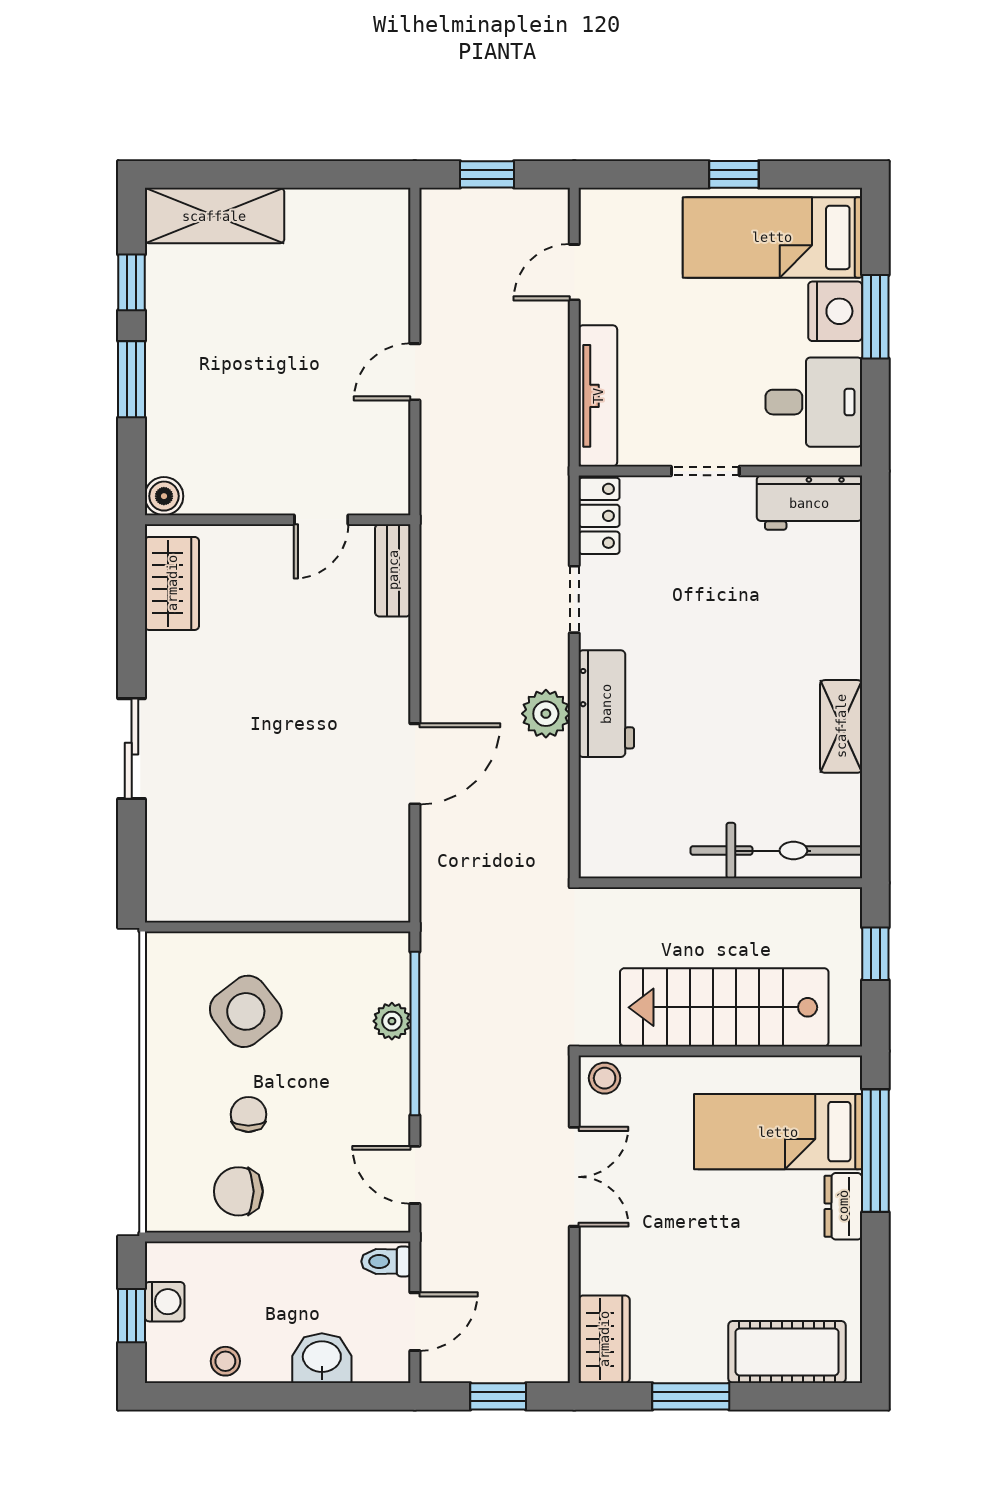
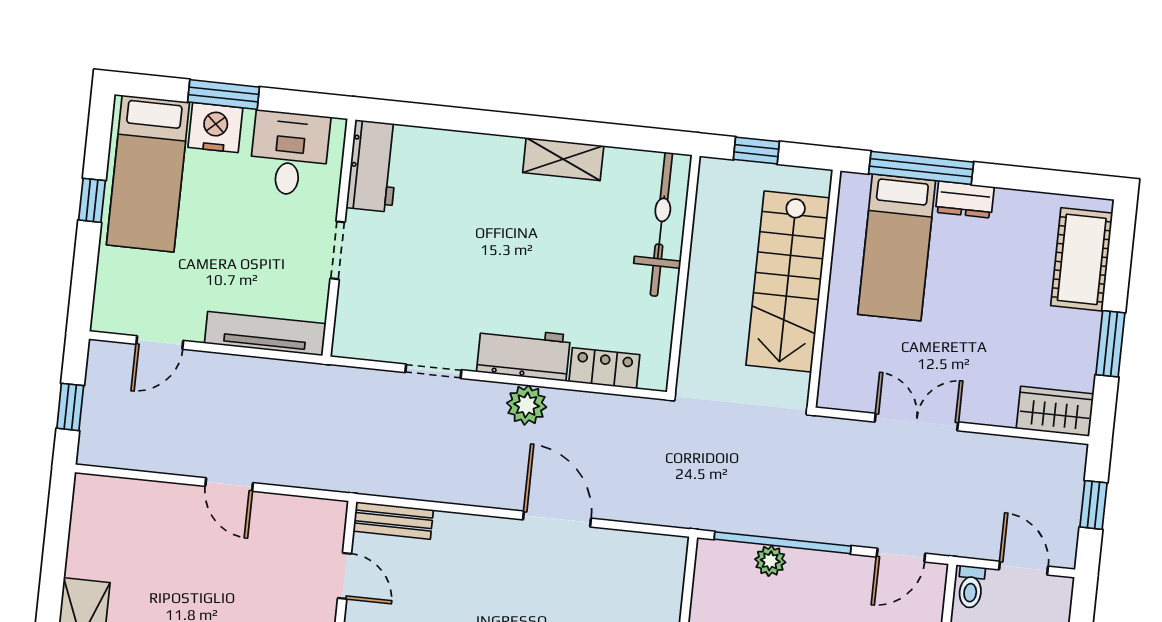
door: (574, 272) -> (160, 342), hinge flipped
locker: (599, 516) -> (604, 368), moved
stool: (605, 1078) -> (837, 388), removed

